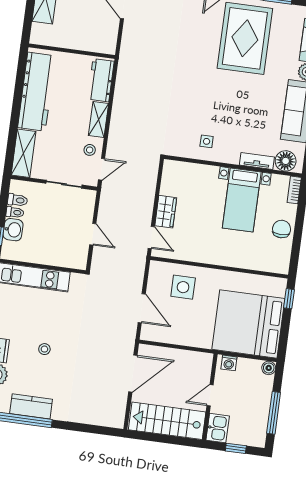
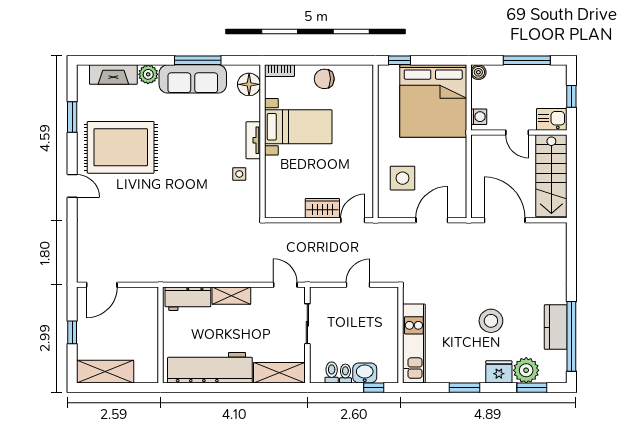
stool: (90, 150) -> (266, 301), removed
tv unit: (257, 161) -> (253, 140), moved
stool: (44, 349) -> (491, 321), width x1.89, depth x1.89

